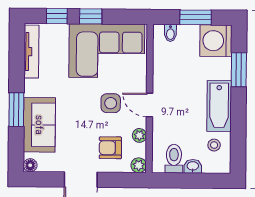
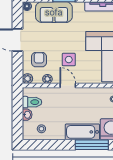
window: (239, 70) -> (92, 145), width x1.44
door: (149, 105) -> (68, 85), hinge flipped
bathtub: (219, 106) -> (82, 132), moved

